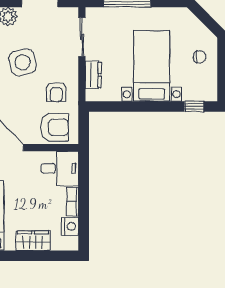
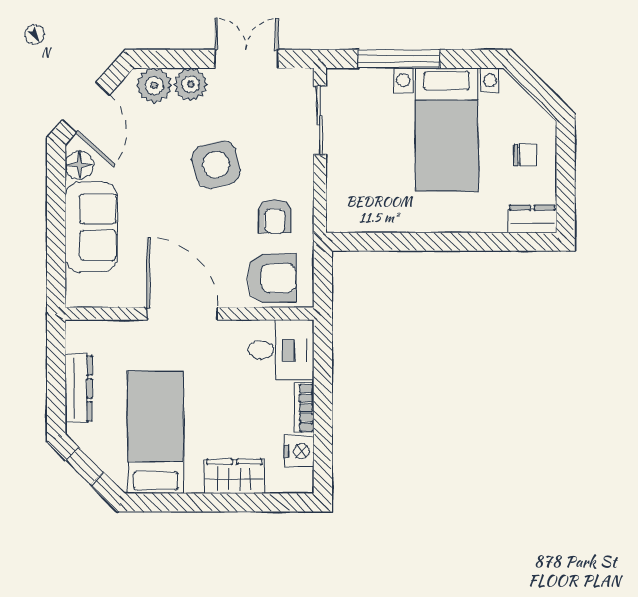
bed with nightstands: (152, 66) -> (447, 130), moved, turned 180
dresser: (93, 75) -> (532, 219), moved, turned -90
window: (194, 106) -> (516, 242), removed

